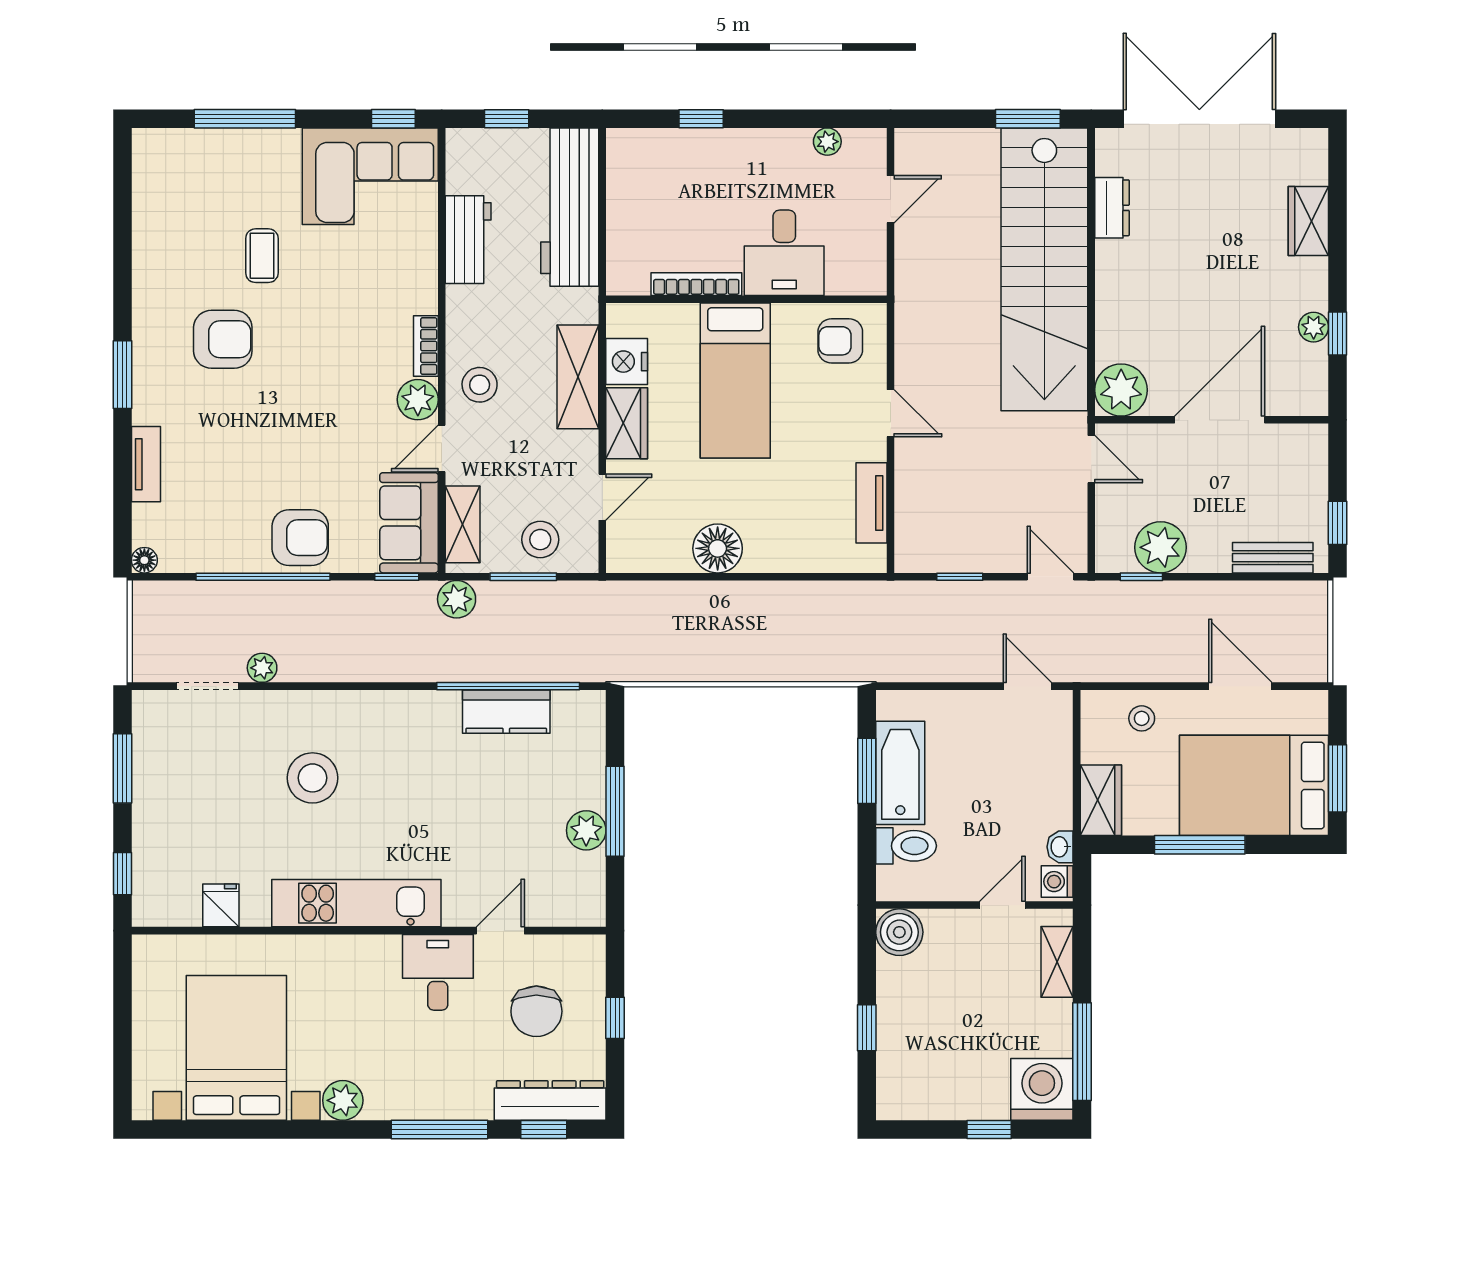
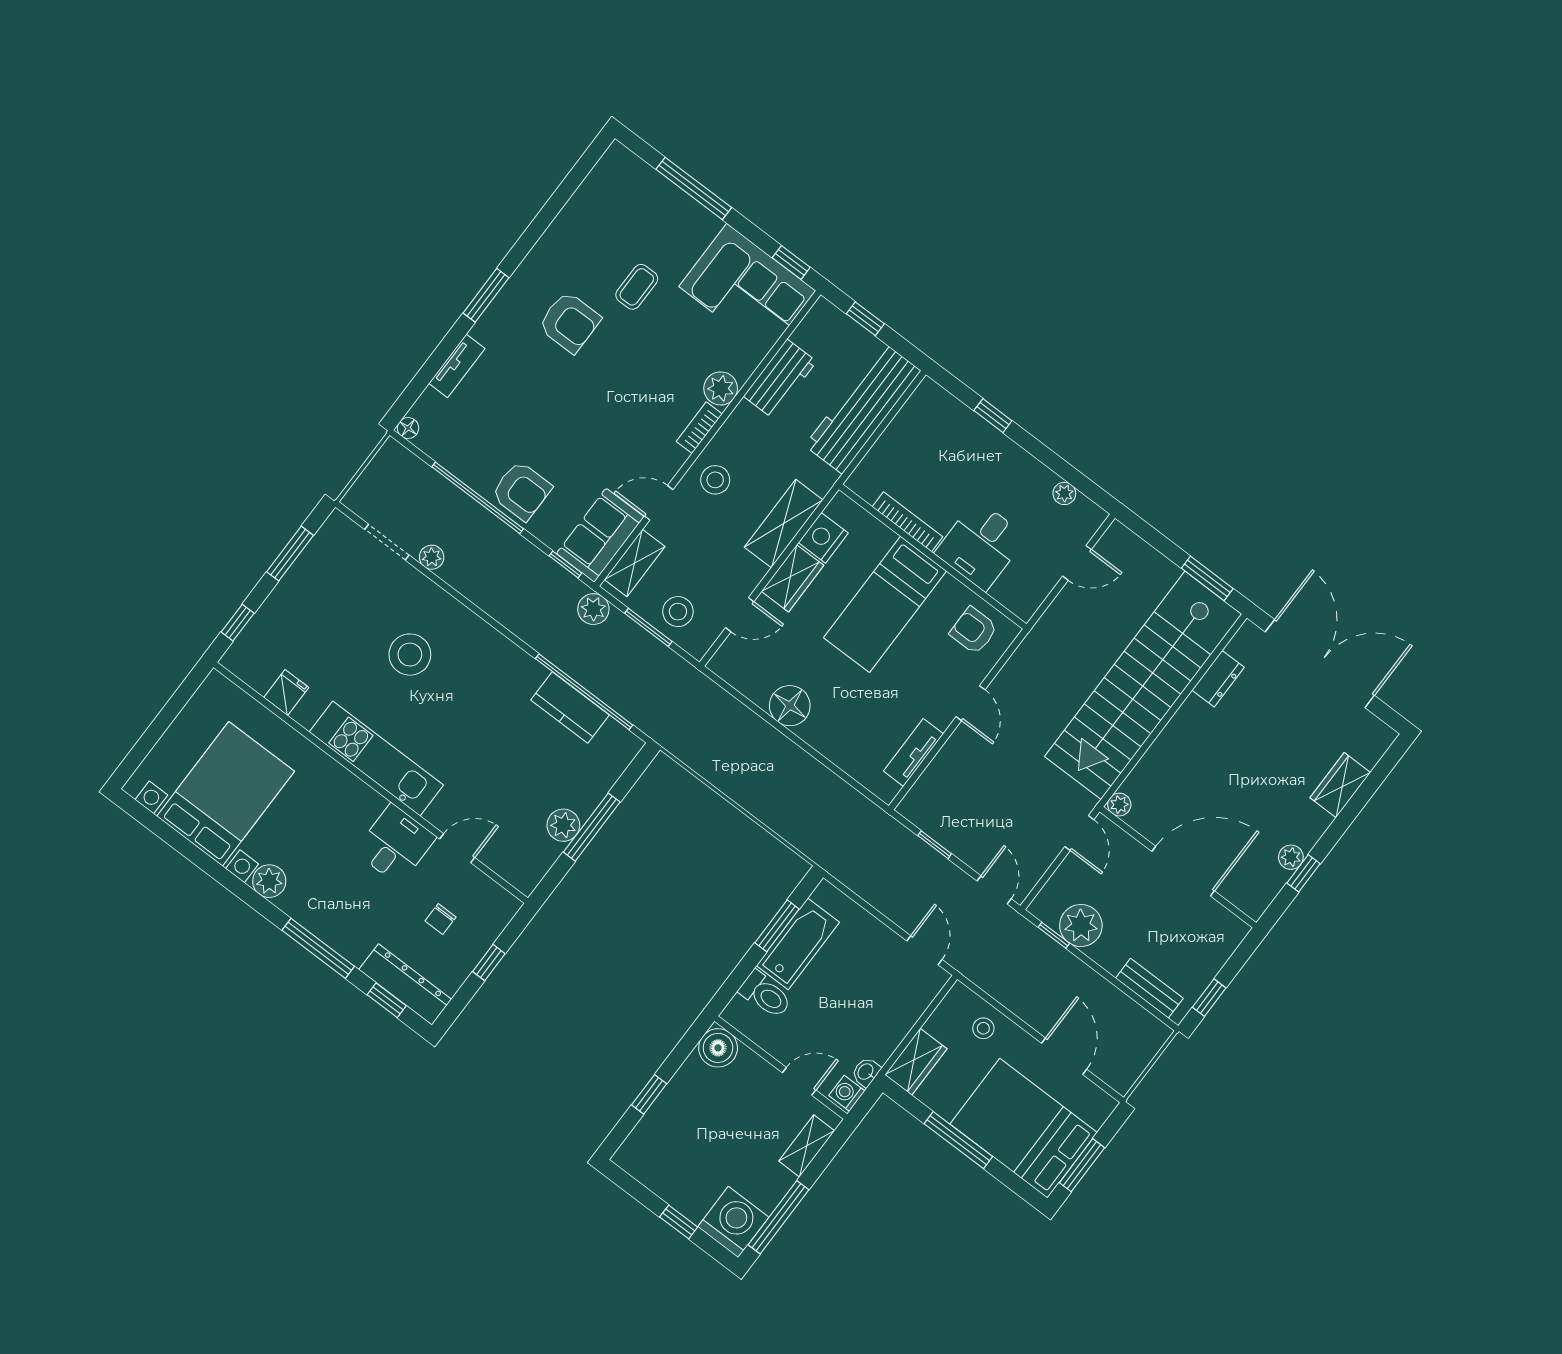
plant: (1121, 390) -> (1119, 805), width x0.53, depth x0.53
plant: (418, 400) -> (721, 388), moved
chair: (536, 1011) -> (441, 919), width x0.54, depth x0.54

